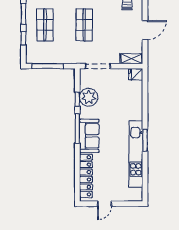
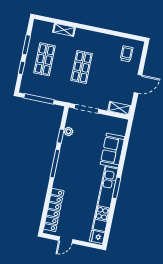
fridge: (136, 74) -> (97, 237), moved
plant: (89, 97) -> (69, 131), width x0.53, depth x0.53
sofa: (89, 136) -> (112, 150), moved, turned 180

